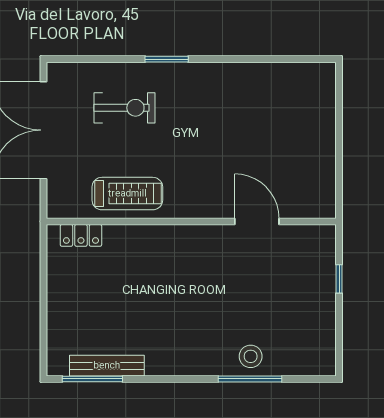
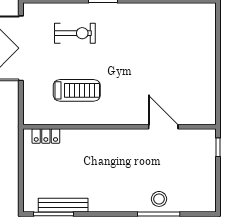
wall: (191, 221) -> (119, 127), moved
door: (257, 221) -> (163, 127), moved
locker: (81, 235) -> (46, 136), moved

